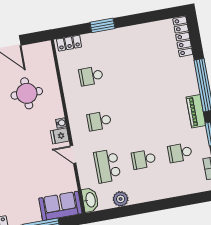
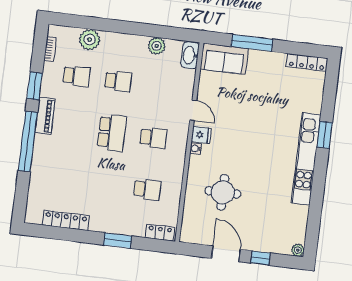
locker: (183, 37) -> (66, 220), moved, turned -90
school desk: (107, 166) -> (112, 133), moved
plant: (178, 187) -> (90, 40), added

